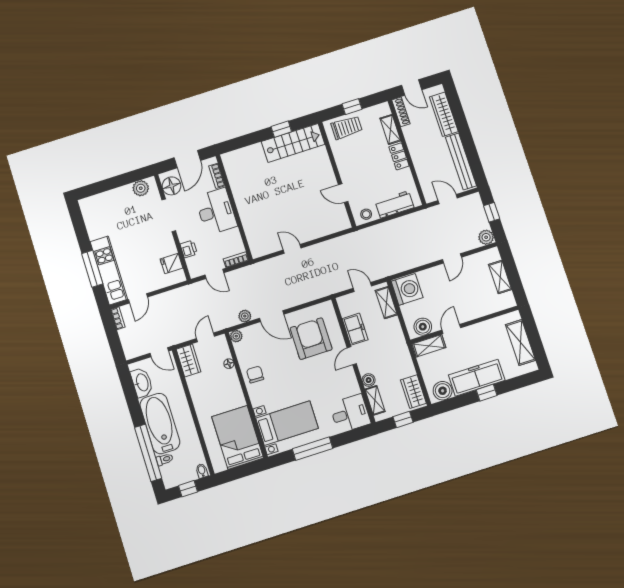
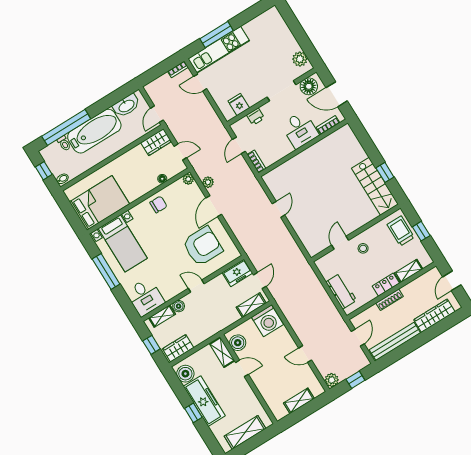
shoe rack: (401, 112) -> (390, 300), moved
trolley: (347, 128) -> (401, 231), turned 180
desk: (216, 211) -> (300, 130), width x0.73
stool: (366, 214) -> (363, 248), moved
freezer: (355, 329) -> (237, 273), moved

